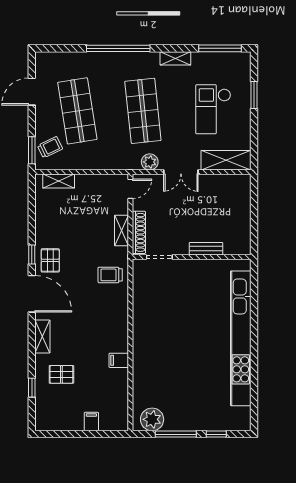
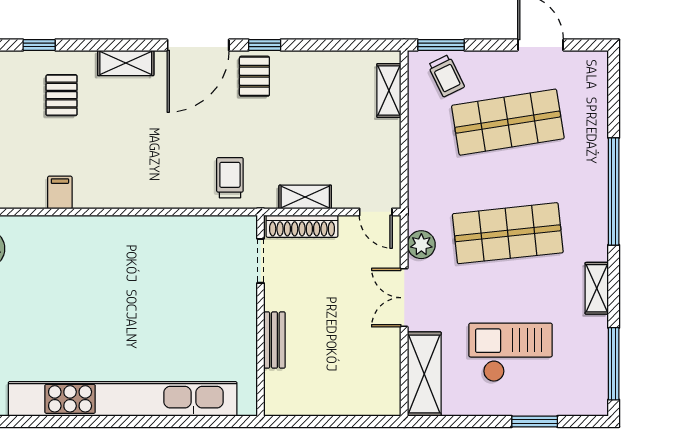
pallet: (50, 260) -> (254, 76), turned 90
filing cabinet: (119, 360) -> (60, 192), moved

